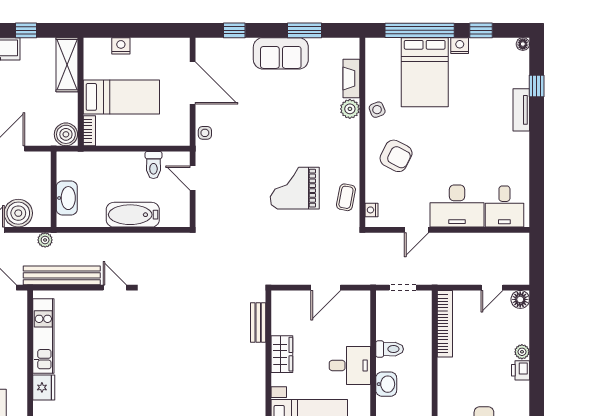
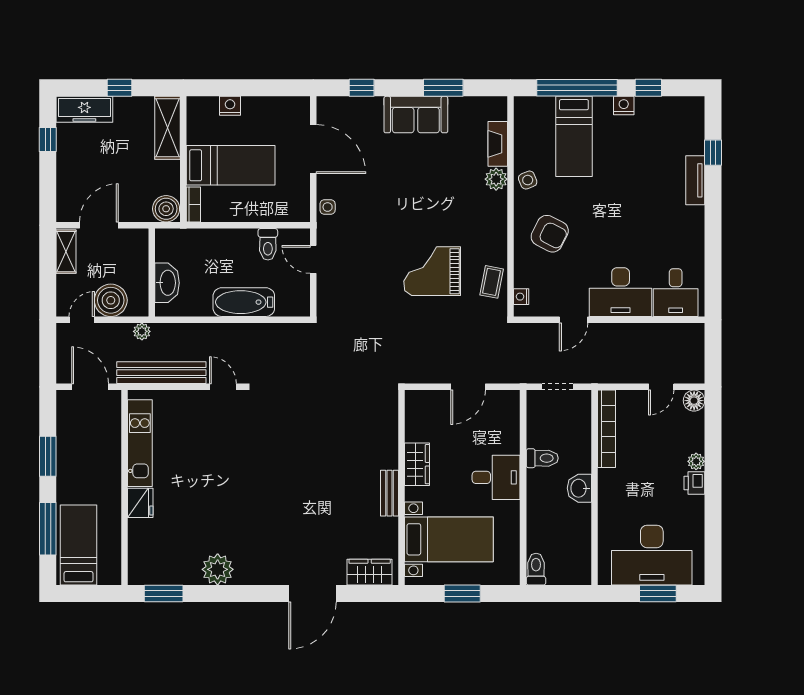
floor lamp: (523, 44) -> (697, 104), removed
bed: (425, 72) -> (574, 136), width x0.67
bench: (258, 323) -> (389, 493), moved
washbasin: (386, 384) -> (579, 488), moved, turned 180

